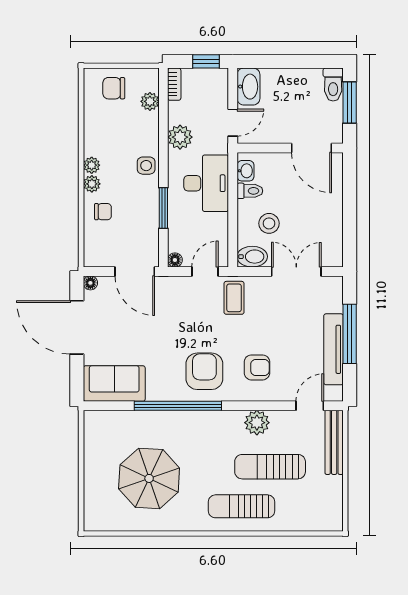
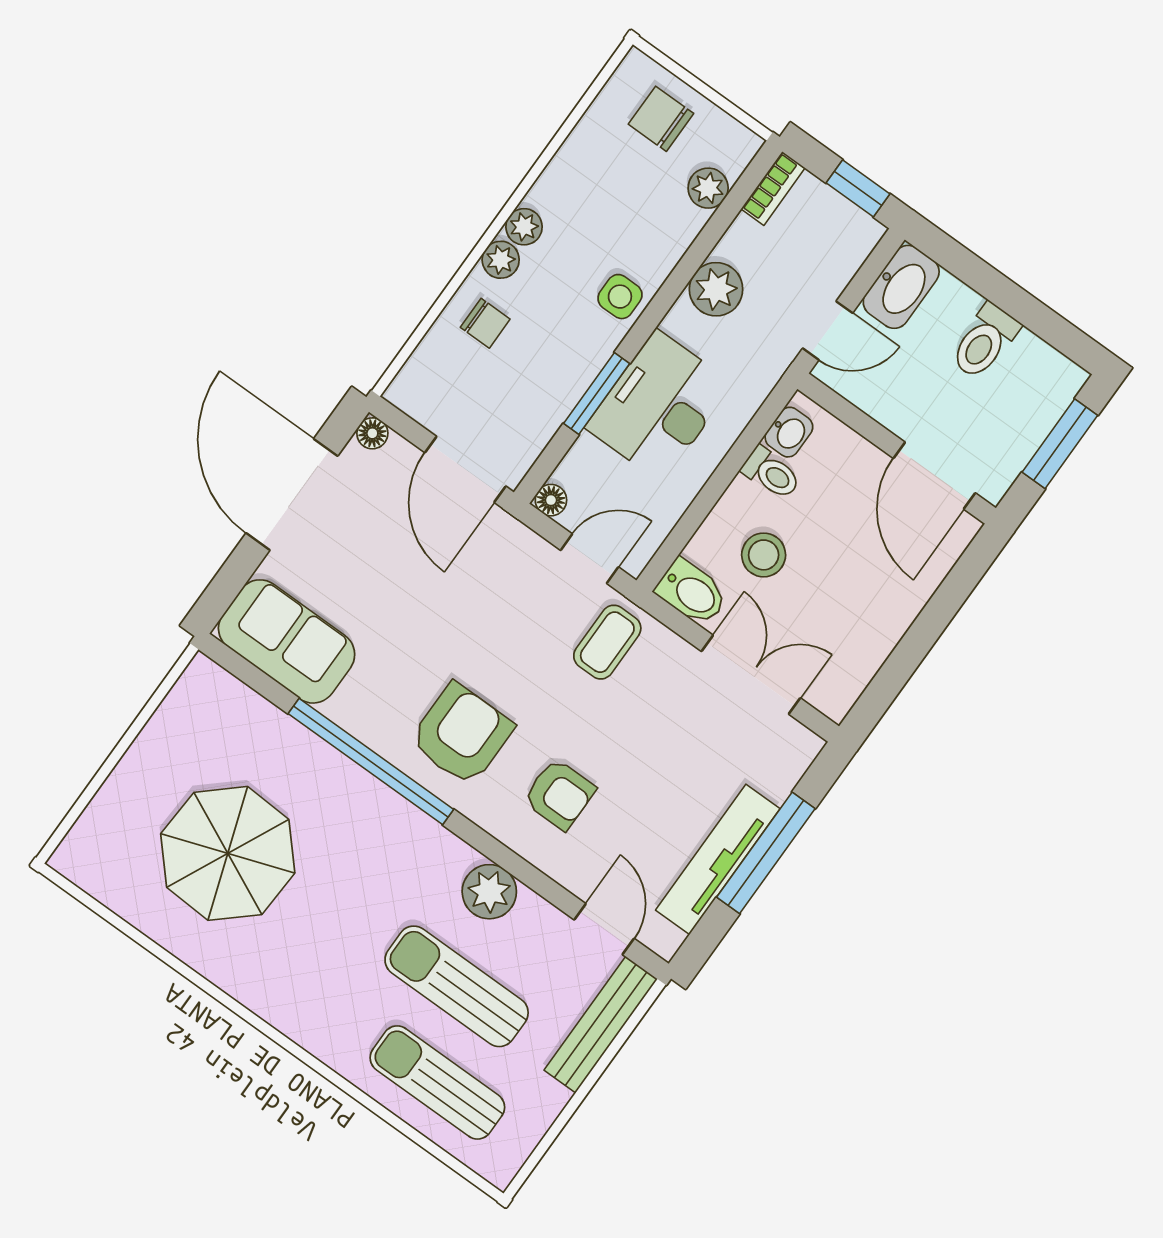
toilet: (333, 85) -> (985, 341), moved
desk: (206, 183) -> (659, 406), moved, turned 180
door: (310, 406) -> (604, 929), hinge flipped
sun lounger: (242, 506) -> (437, 1082), moved

